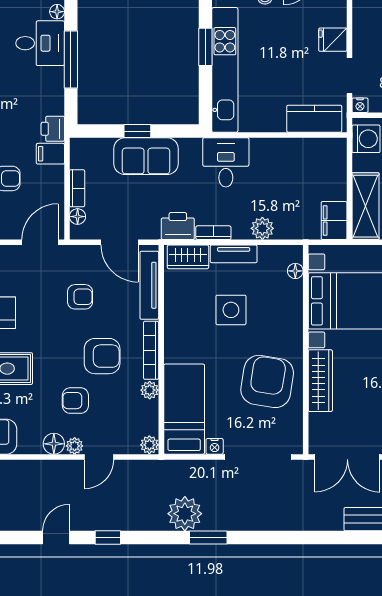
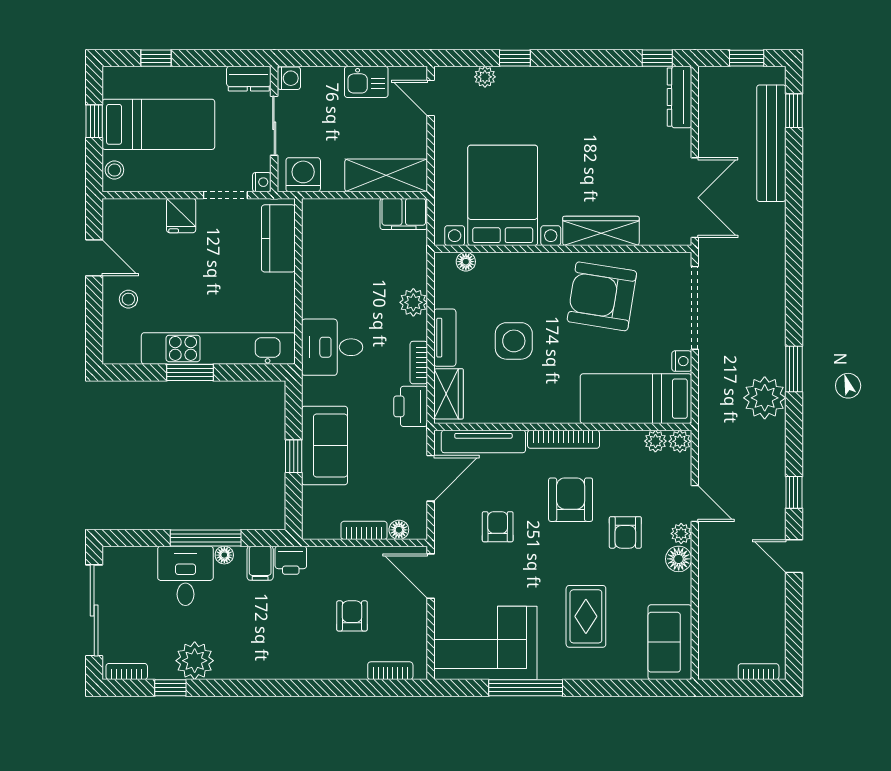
floor lamp: (57, 12) -> (224, 555), moved
filing cabinet: (50, 154) -> (260, 563), moved
plant: (150, 390) -> (655, 441), moved

